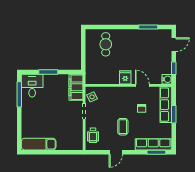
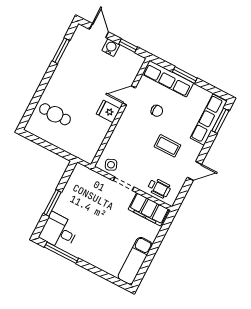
water cooler: (167, 79) -> (111, 48), moved
filing cabinet: (76, 87) -> (149, 209), moved
door: (116, 152) -> (194, 171), hinge flipped

